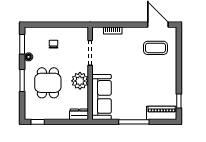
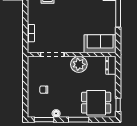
dining table: (48, 83) -> (96, 103), moved
sofa: (102, 97) -> (100, 44), width x0.73

